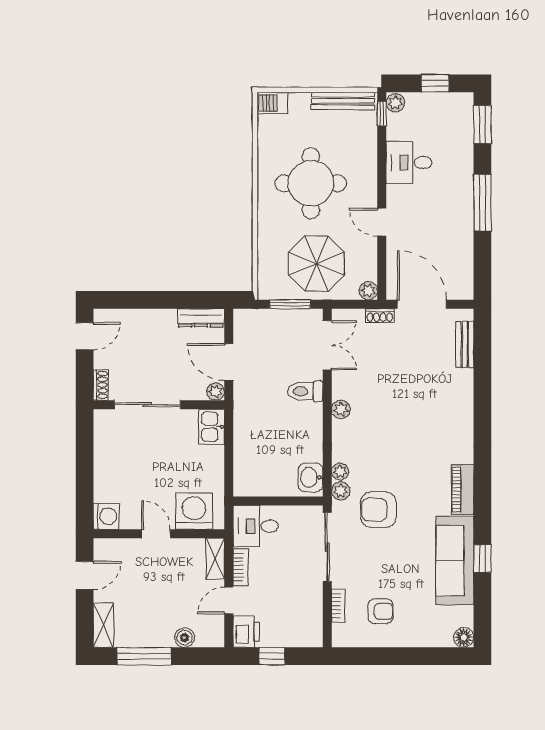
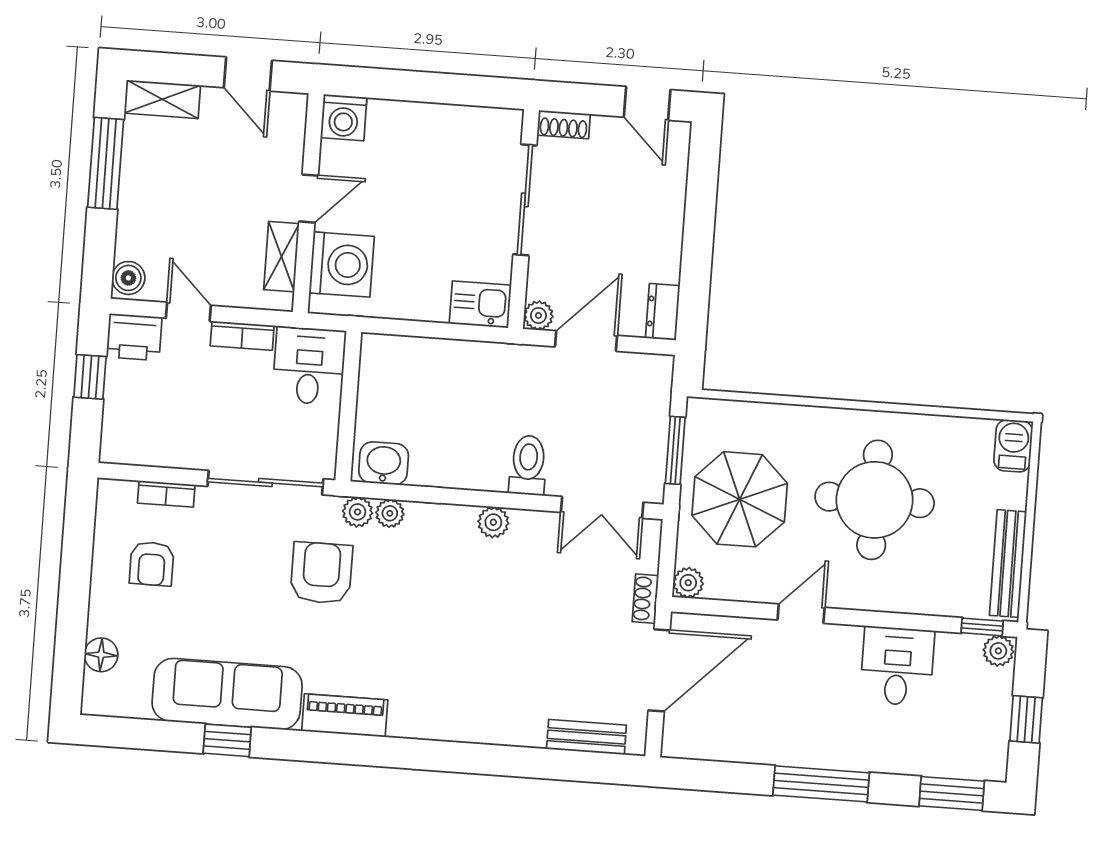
dresser: (201, 318) -> (663, 312), width x0.70
shelving: (215, 559) -> (281, 257), moved, turned 90
floor lamp: (464, 637) -> (101, 655), moved
boiler: (185, 638) -> (128, 278), moved

